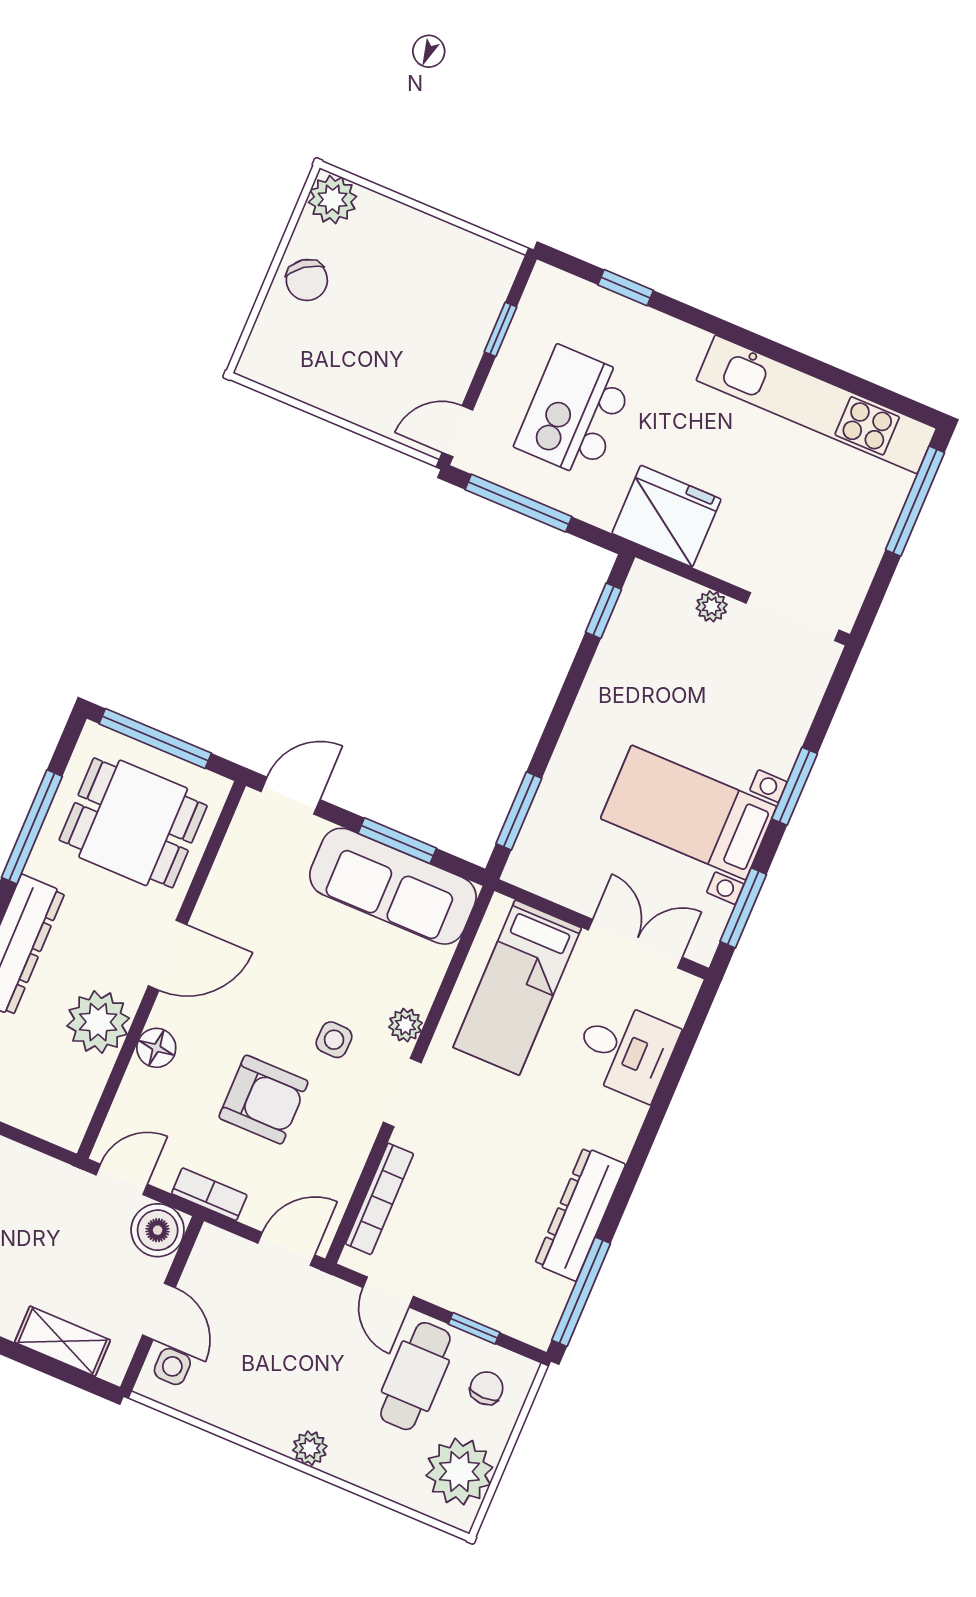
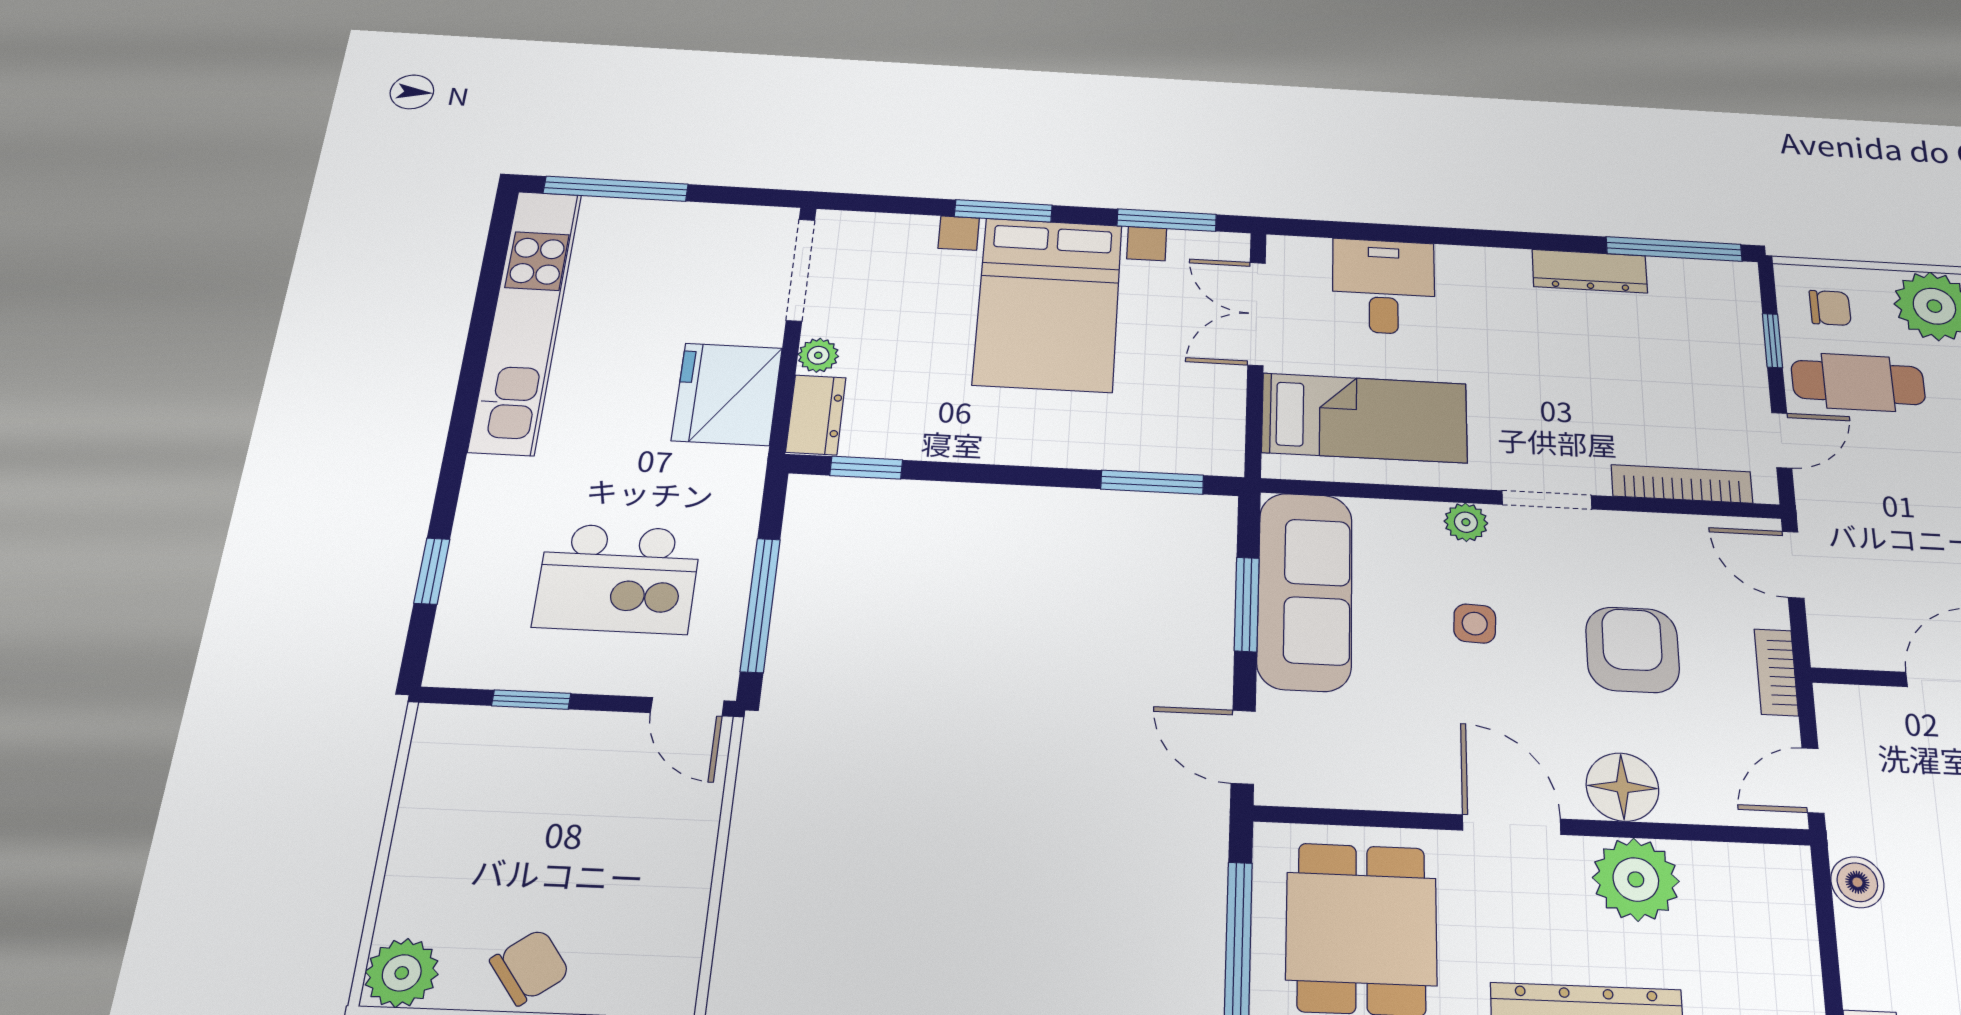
fridge: (666, 516) -> (727, 394), moved
dresser: (661, 589) -> (816, 415), added
bed with nightstands: (689, 813) -> (1048, 304), width x1.36
side table: (334, 1040) -> (1475, 624), moved
floor lamp: (156, 1048) -> (1622, 787), width x1.38, depth x1.38
door: (122, 1179) -> (1813, 780), hinge flipped
dresser: (580, 1214) -> (1590, 271), width x0.73, depth x0.80
boiler: (158, 1230) -> (1857, 882), moved, width x0.73, depth x0.73
chair: (487, 1388) -> (1830, 308), turned 180

